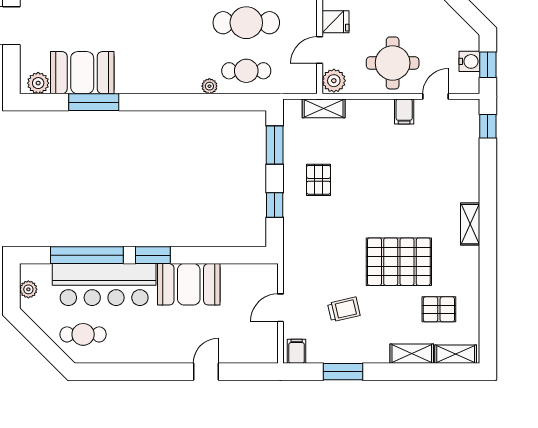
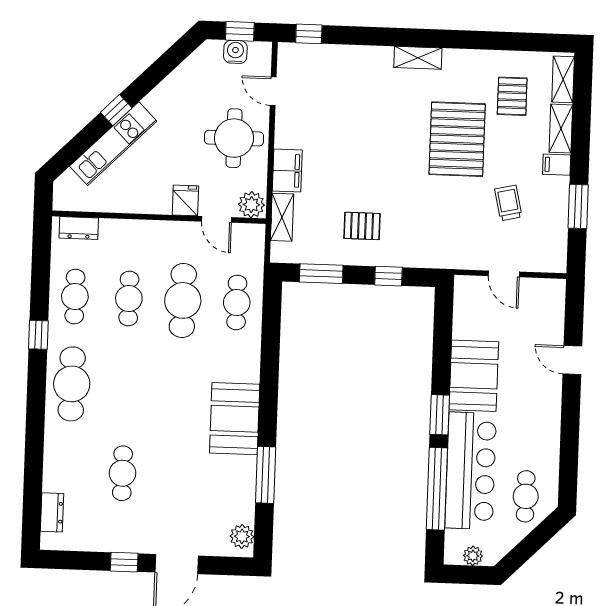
booth: (82, 73) -> (235, 419), moved
plant: (209, 86) -> (252, 344), removed
filing cabinet: (404, 111) -> (287, 171), moved, width x2.00
filing cabinet: (297, 351) -> (557, 165), moved

